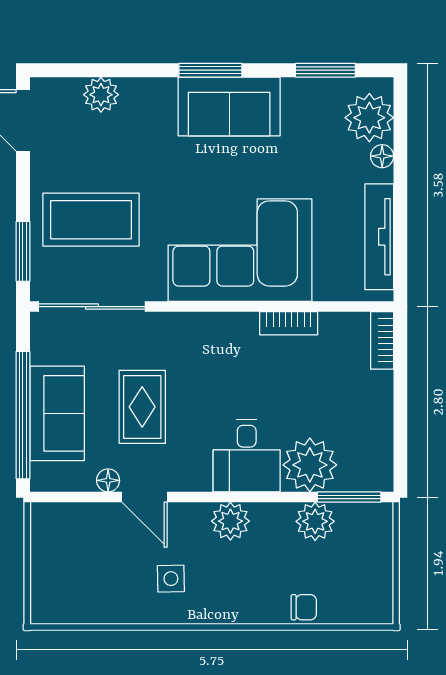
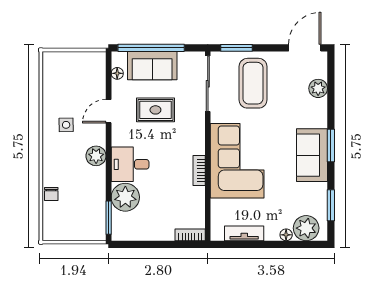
tv unit: (379, 237) -> (244, 233), width x0.71
bookcase: (289, 323) -> (199, 171), moved
floor lamp: (108, 480) -> (117, 73), moved
plant: (315, 521) -> (96, 200), removed

